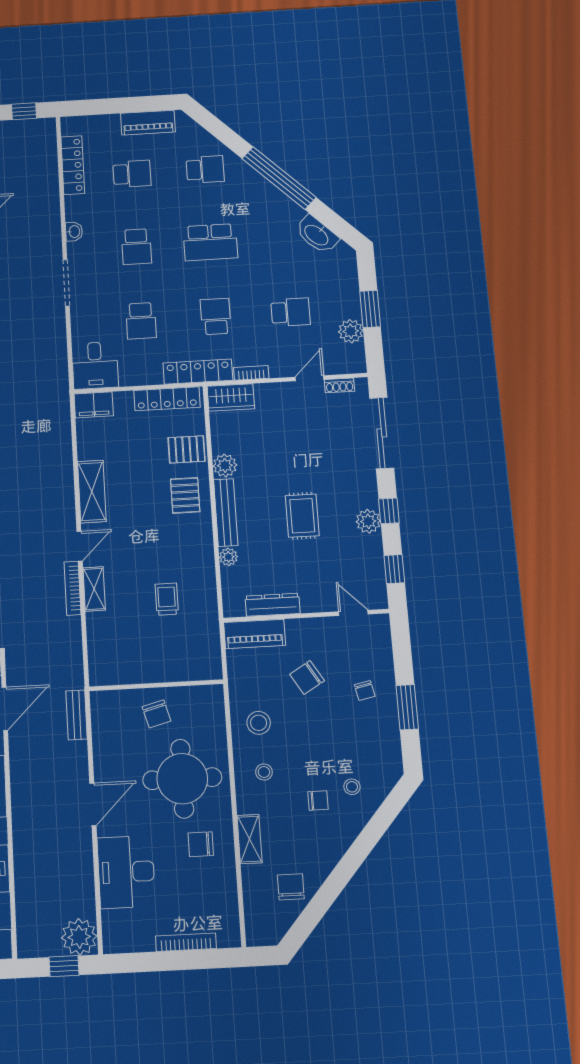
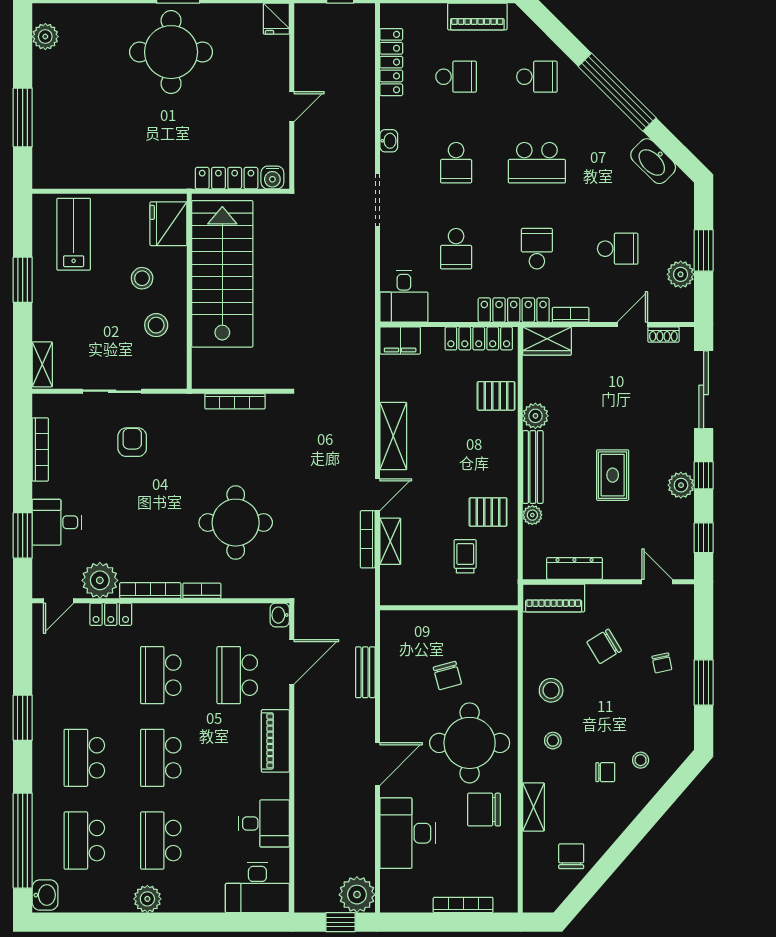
pallet: (185, 495) -> (488, 512), moved, turned 90
wall: (156, 685) -> (449, 608), moved
chair: (201, 844) -> (484, 810), width x1.37, depth x1.37

